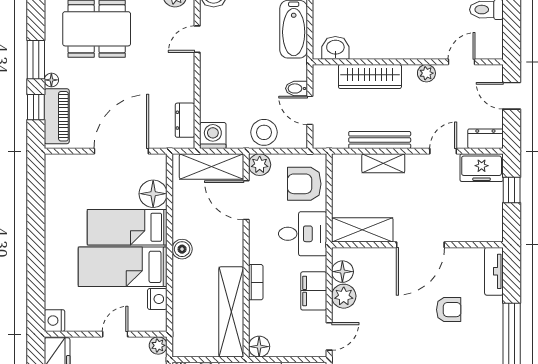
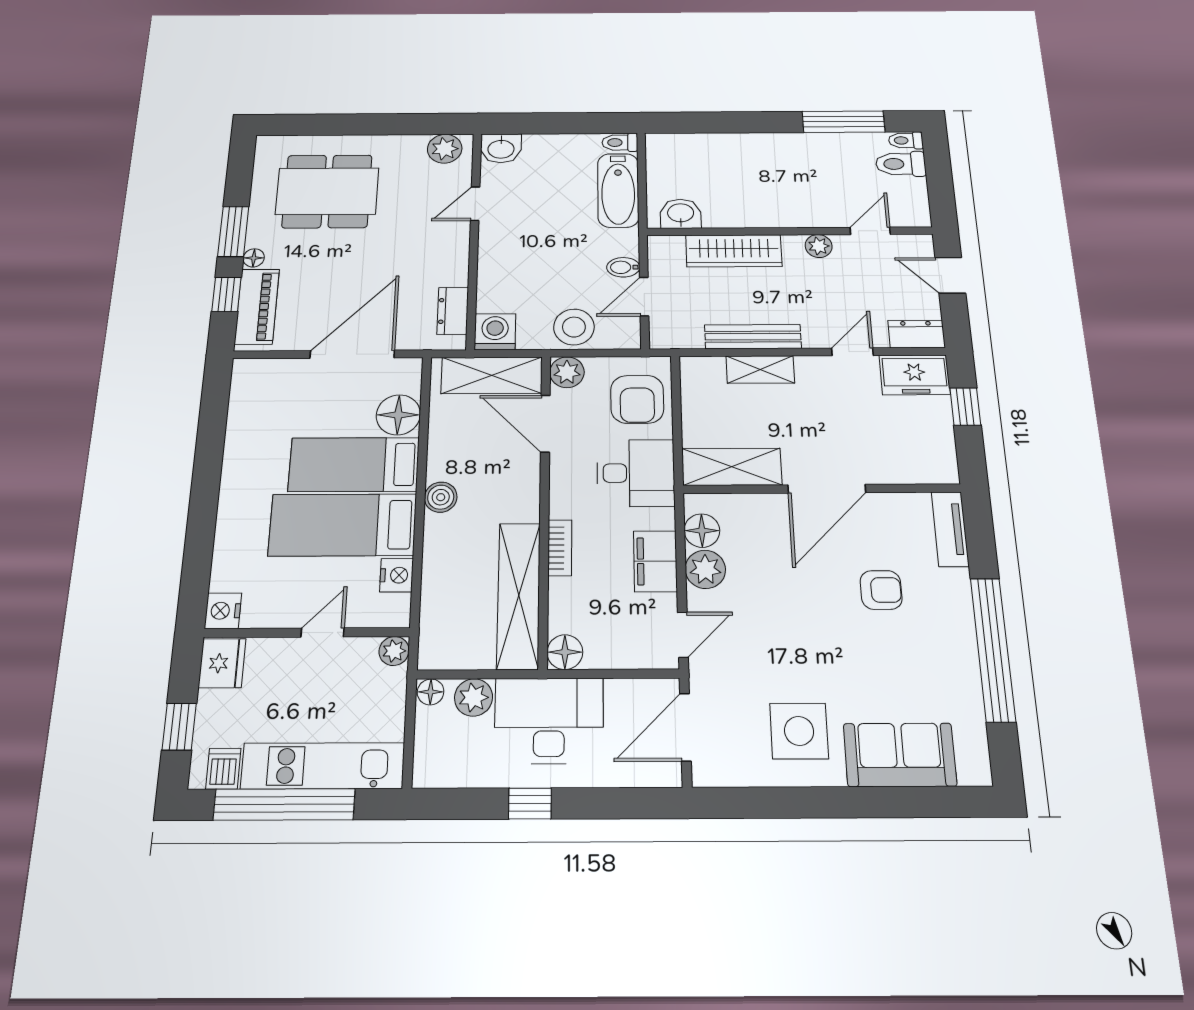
door: (310, 110) -> (644, 297), hinge flipped
armchair: (304, 184) -> (637, 399), turned -90

